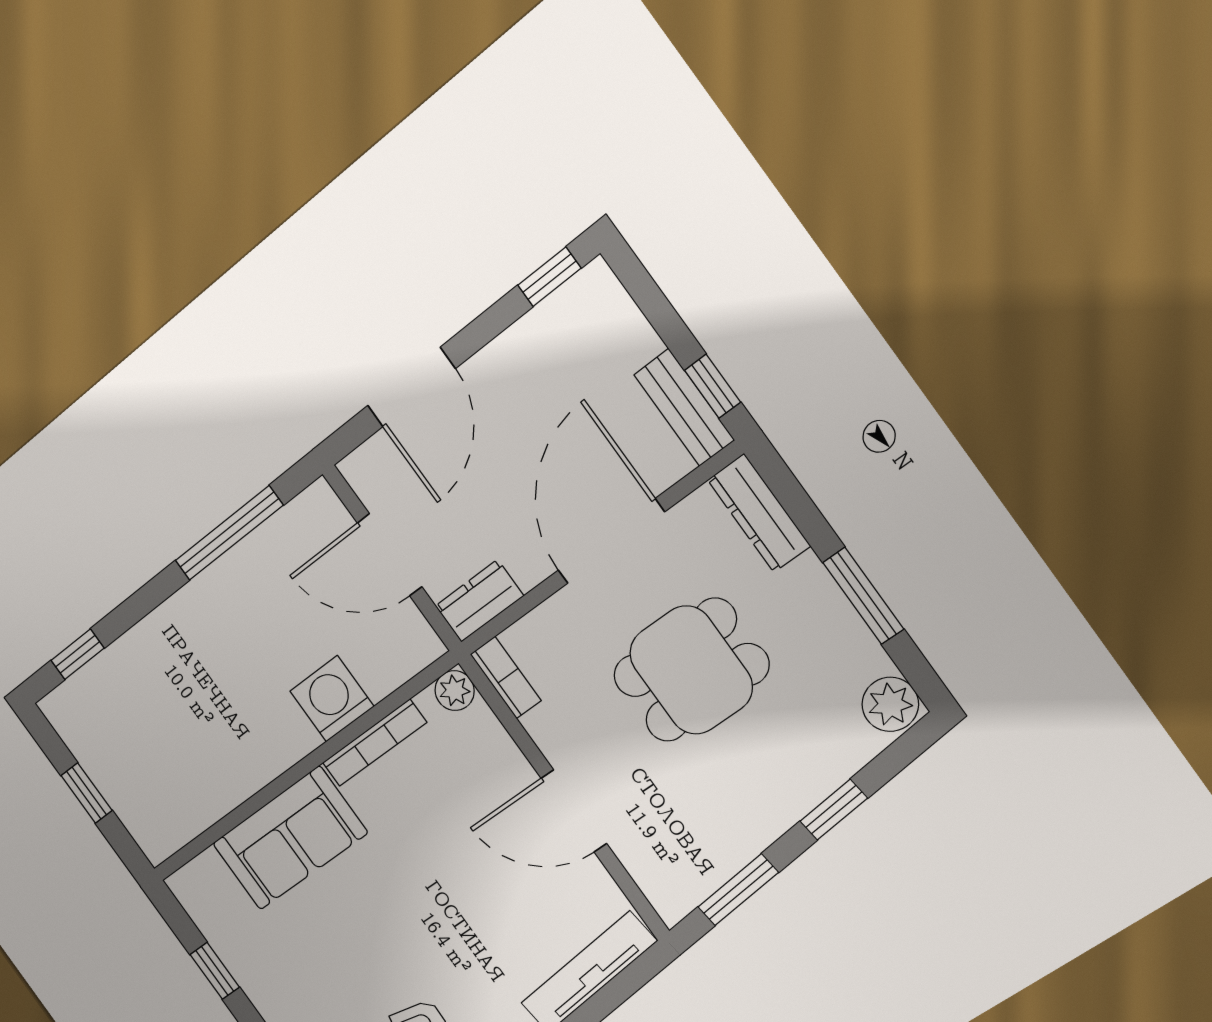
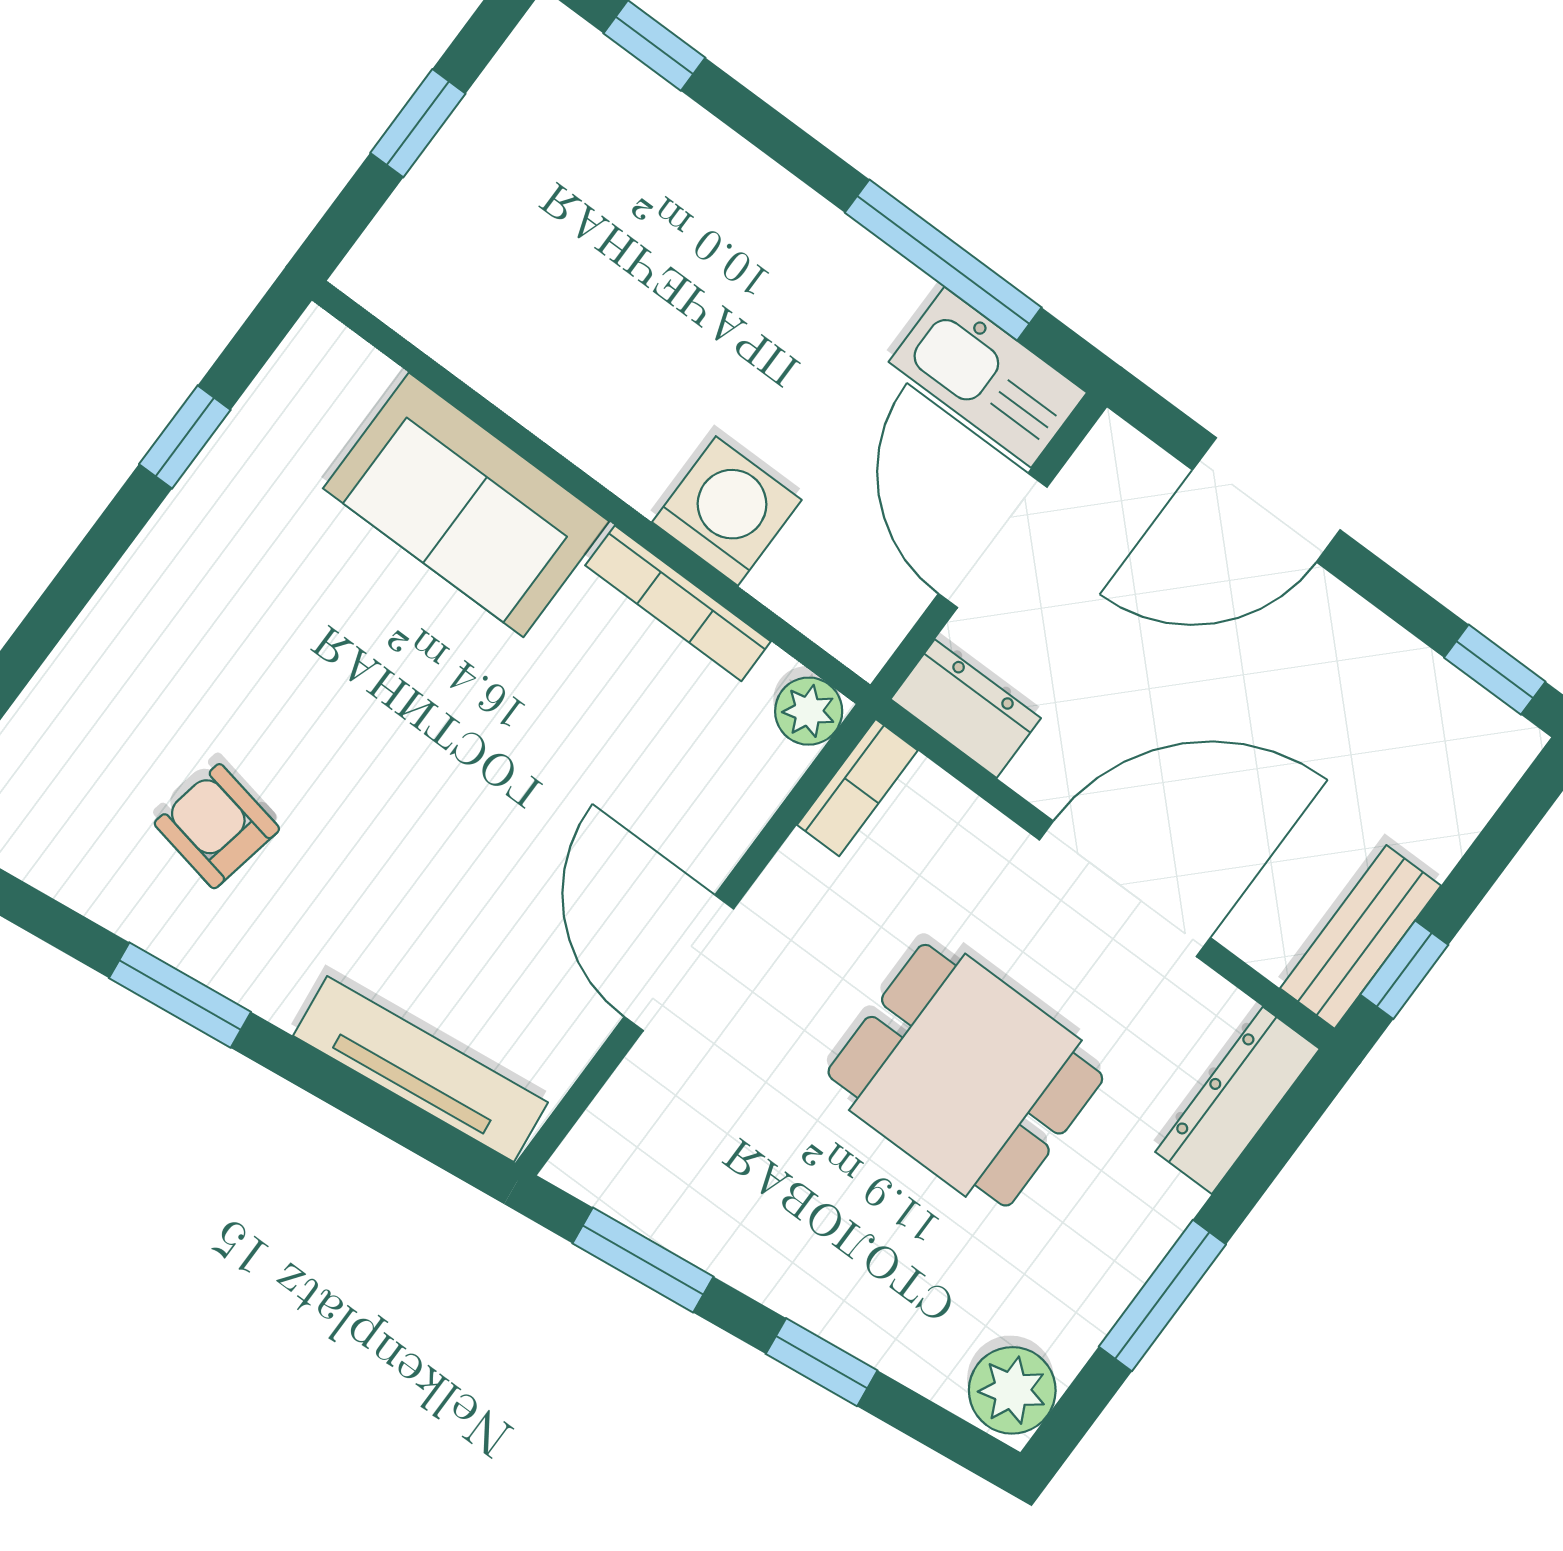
kitchen sink: (299, 528) -> (988, 377), added

